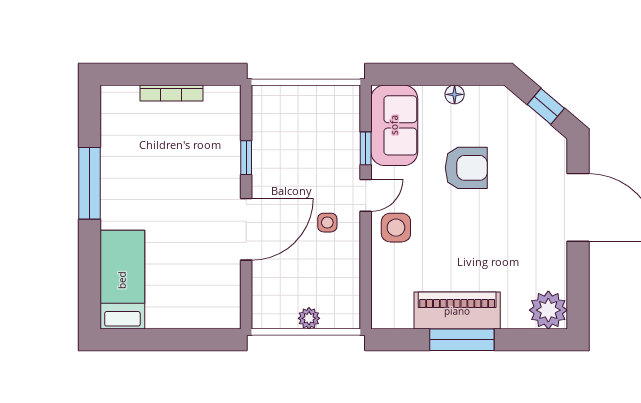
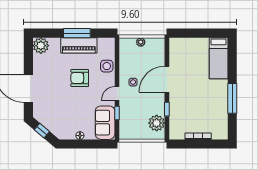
plant: (271, 124) -> (157, 123), added
armchair: (466, 168) -> (80, 78), moved
side table: (396, 228) -> (107, 66), moved

